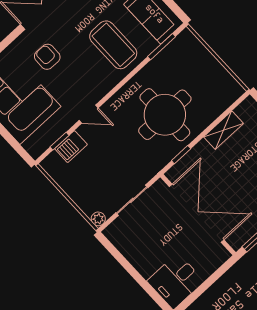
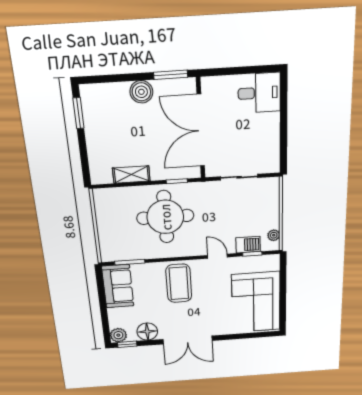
coffee table: (113, 45) -> (179, 283), moved
armchair: (47, 57) -> (212, 310), removed
plant: (98, 219) -> (274, 235), moved

